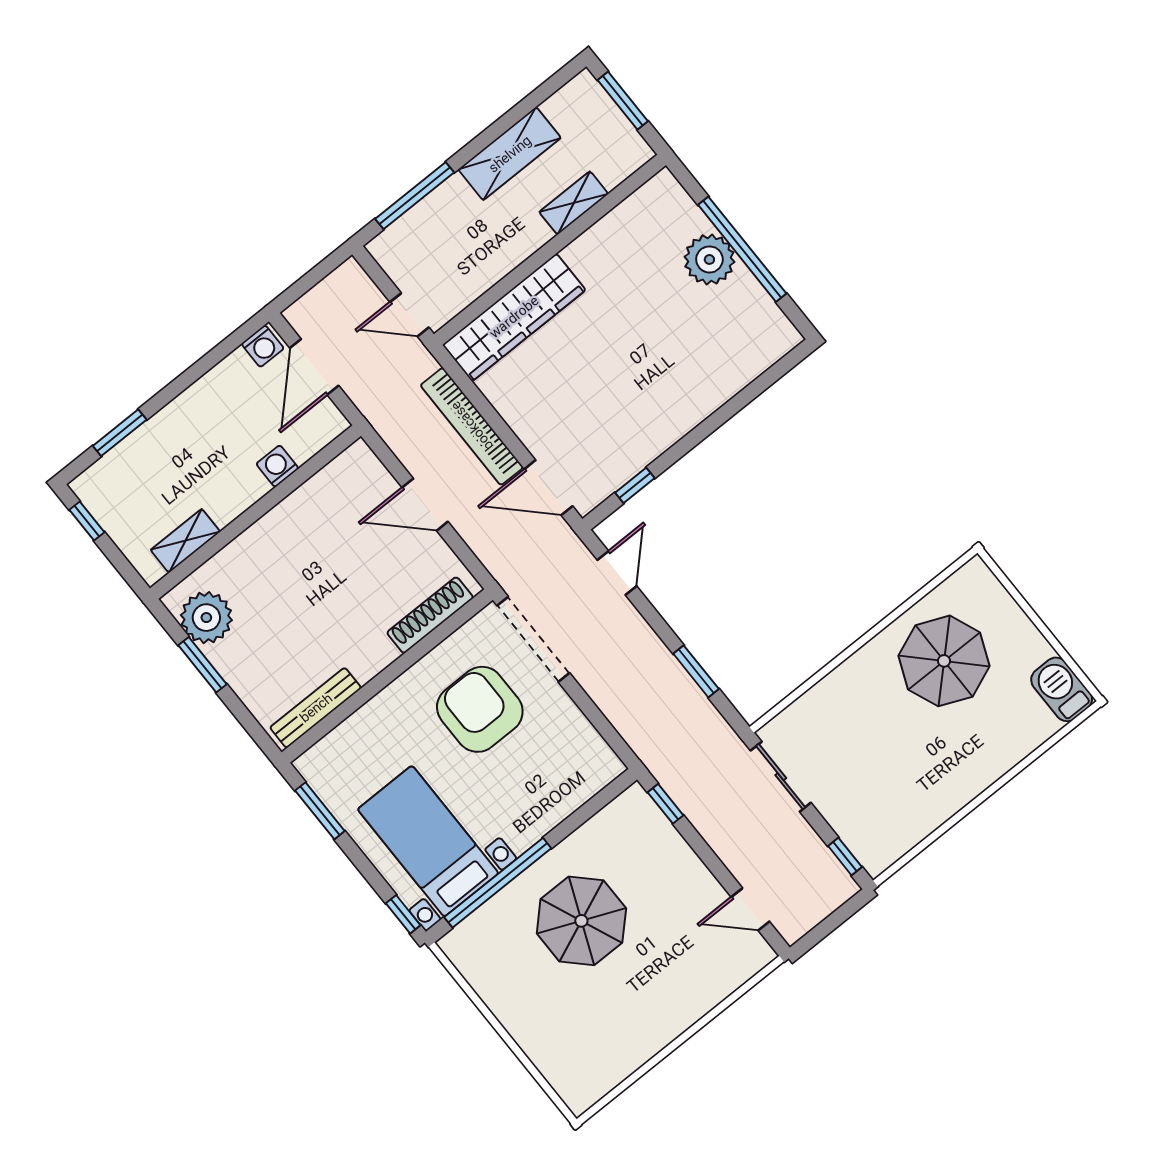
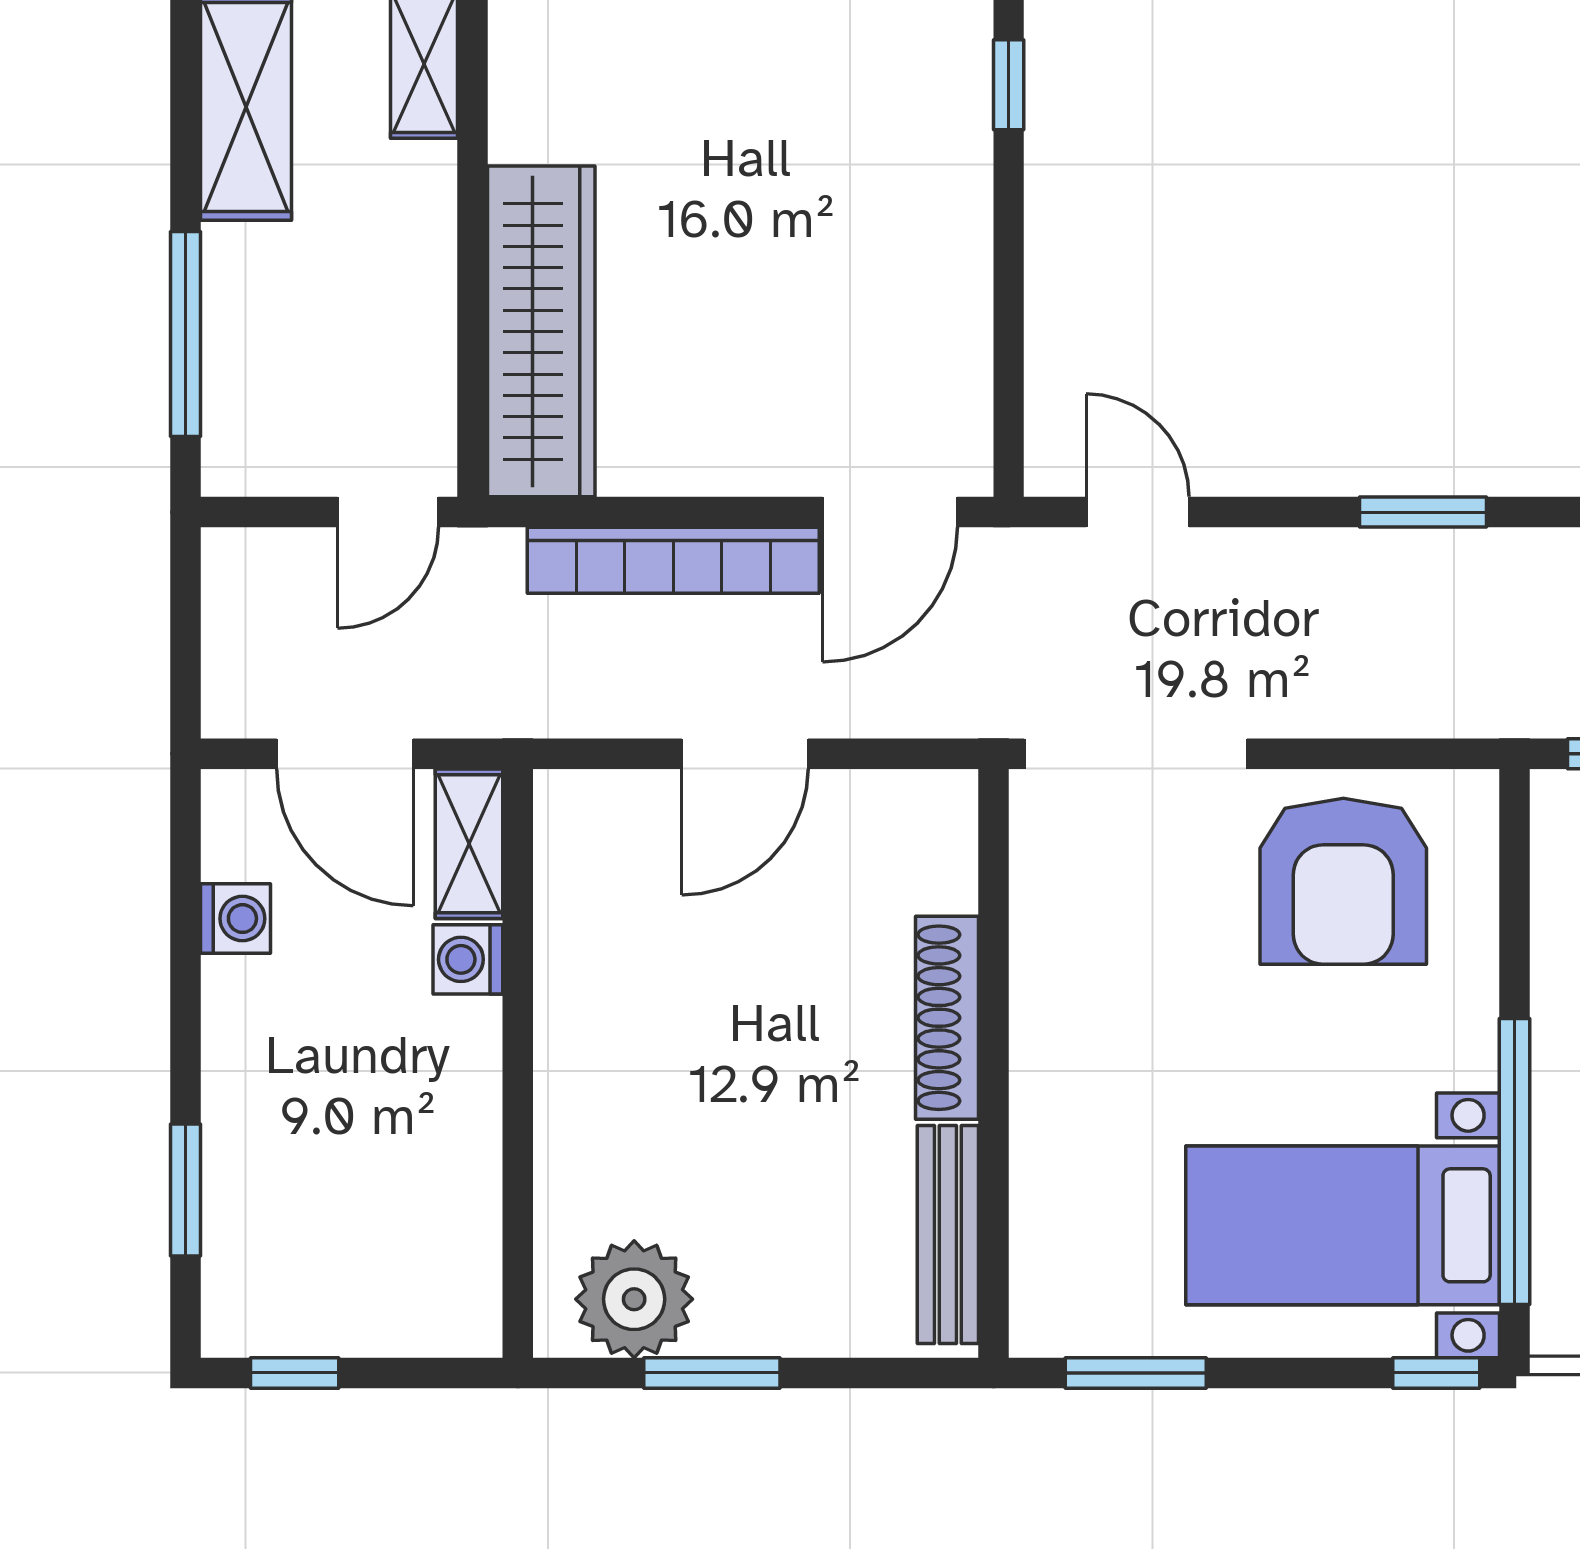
washing machine: (263, 346) -> (235, 919), moved
window: (635, 485) -> (1009, 85), moved
shelving: (185, 541) -> (469, 844), moved
shoe rack: (430, 615) -> (947, 1018), moved
armchair: (480, 709) -> (1343, 881), moved, turned -90

